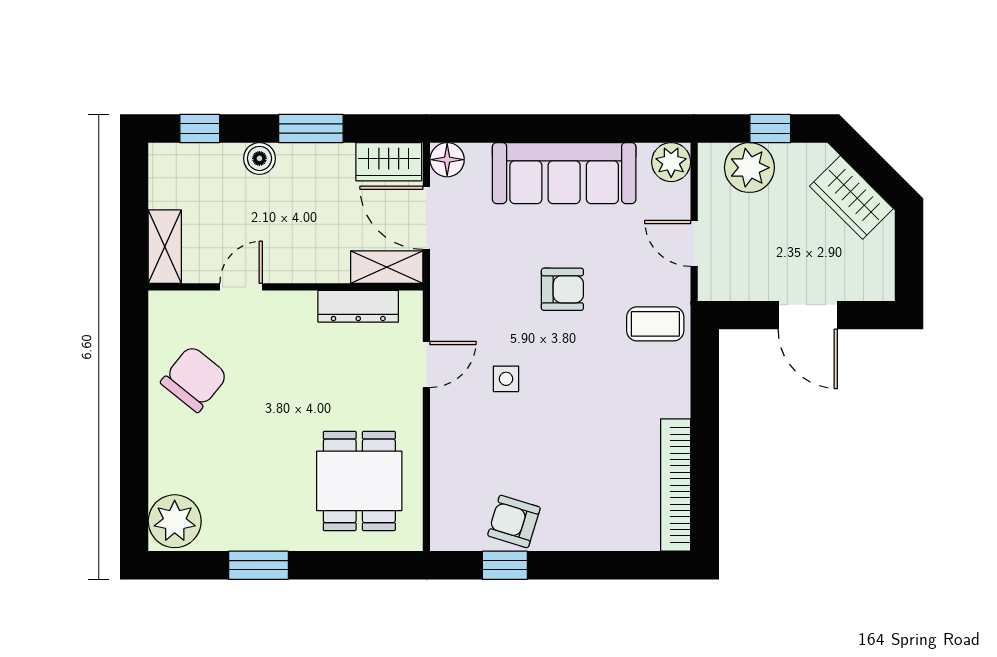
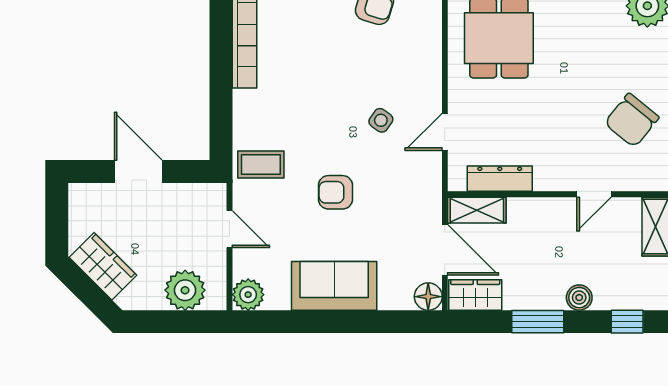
window: (770, 128) -> (168, 322), removed
sofa: (564, 173) -> (334, 286), width x0.73
side table: (506, 379) -> (381, 120), turned 35

